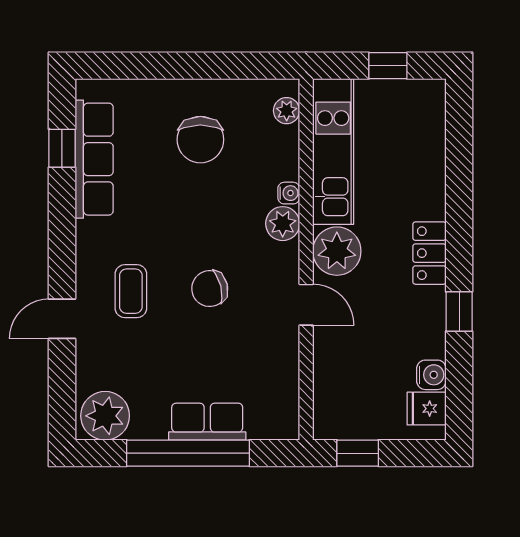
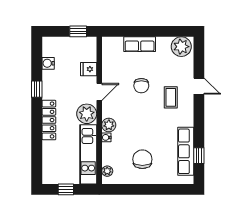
locker: (429, 253) -> (49, 120), width x1.53
chair: (210, 289) -> (141, 86), moved, turned 104
door: (306, 305) -> (99, 92), swing flipped
door: (62, 319) -> (199, 86), hinge flipped
fridge: (427, 409) -> (89, 69), moved, turned 180
window: (188, 453) -> (147, 31), removed

